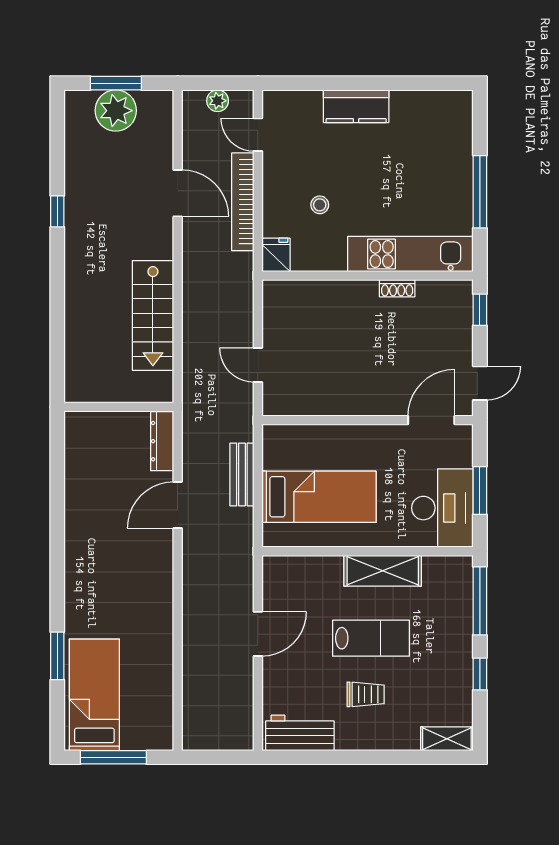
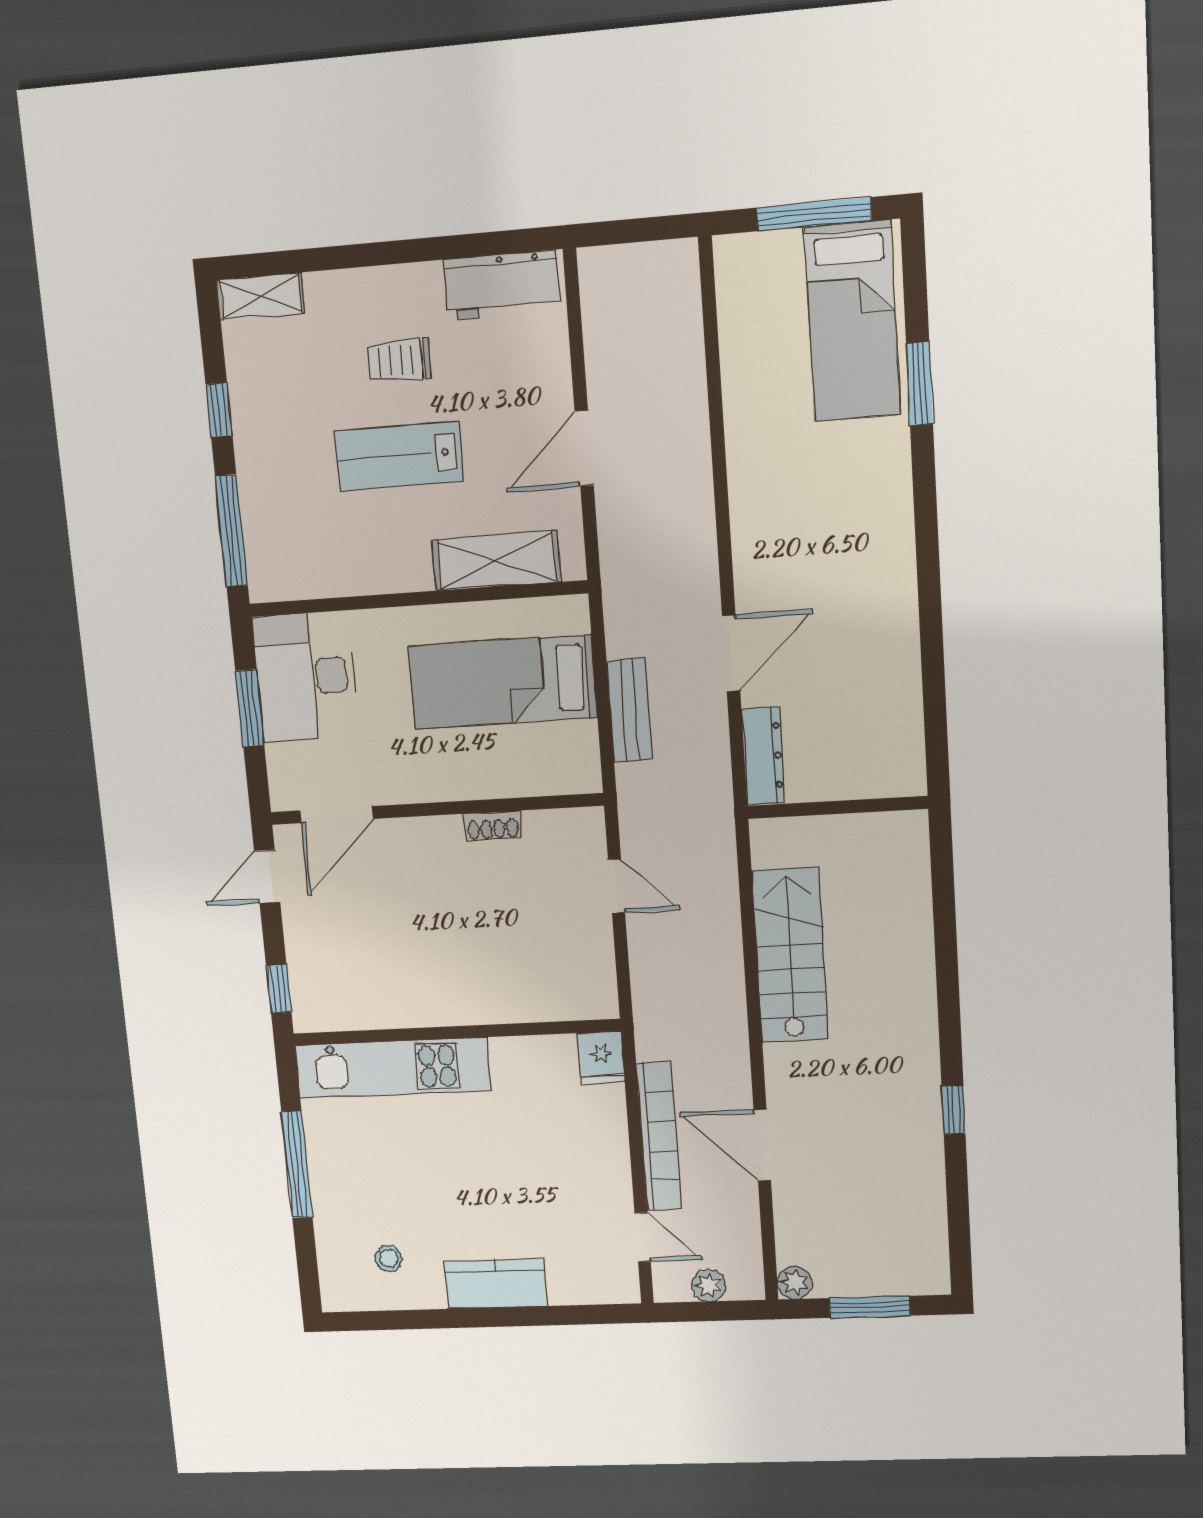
plant: (116, 111) -> (795, 1283), moved, width x0.53, depth x0.53
stool: (320, 205) -> (389, 1258), moved
shoe rack: (397, 288) -> (493, 826), moved, turned 180
shelving: (383, 571) -> (496, 561), moved

